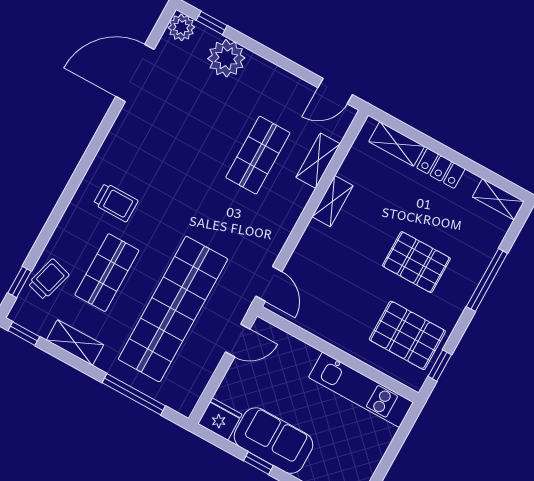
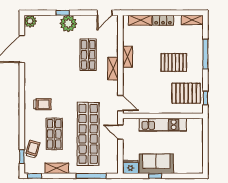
window: (212, 23) -> (63, 13), moved
plant: (226, 58) -> (68, 24), moved
shelving: (318, 161) -> (113, 69), moved
door: (238, 340) -> (120, 132), swing flipped
kitchen unit: (361, 390) -> (163, 125), moved

